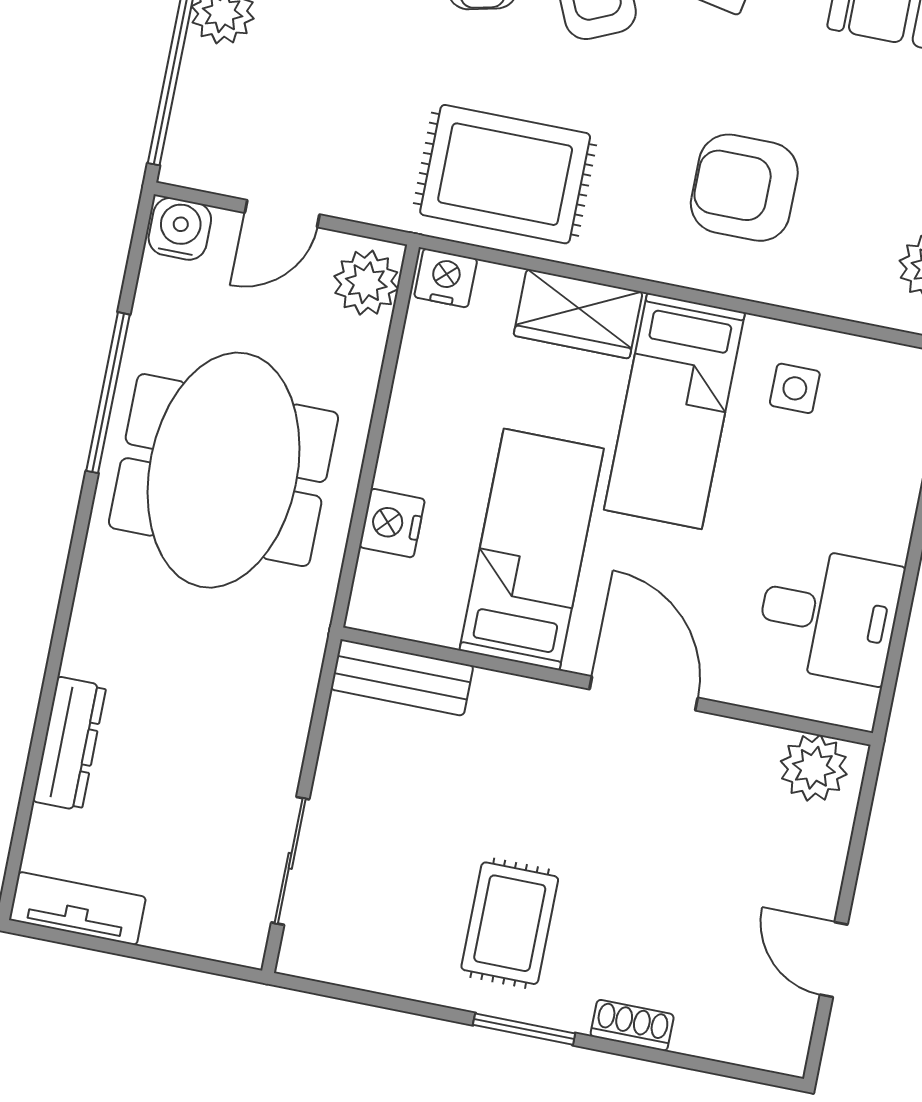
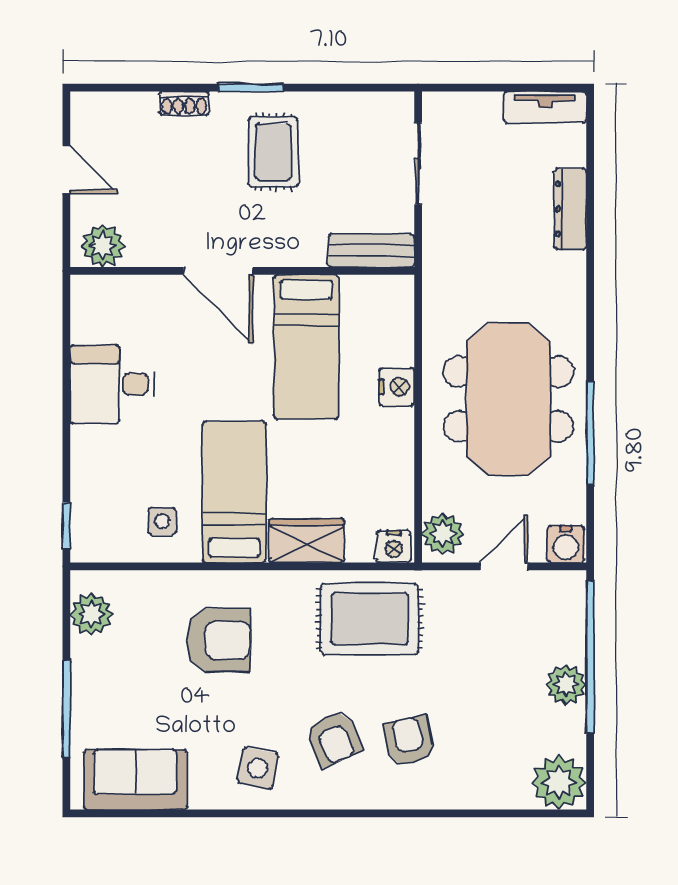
bed: (532, 549) -> (306, 347), moved
bench: (402, 677) -> (371, 251), moved
wall: (607, 686) -> (242, 271), moved
door: (644, 693) -> (218, 271), moved
plant: (814, 768) -> (103, 246), moved

